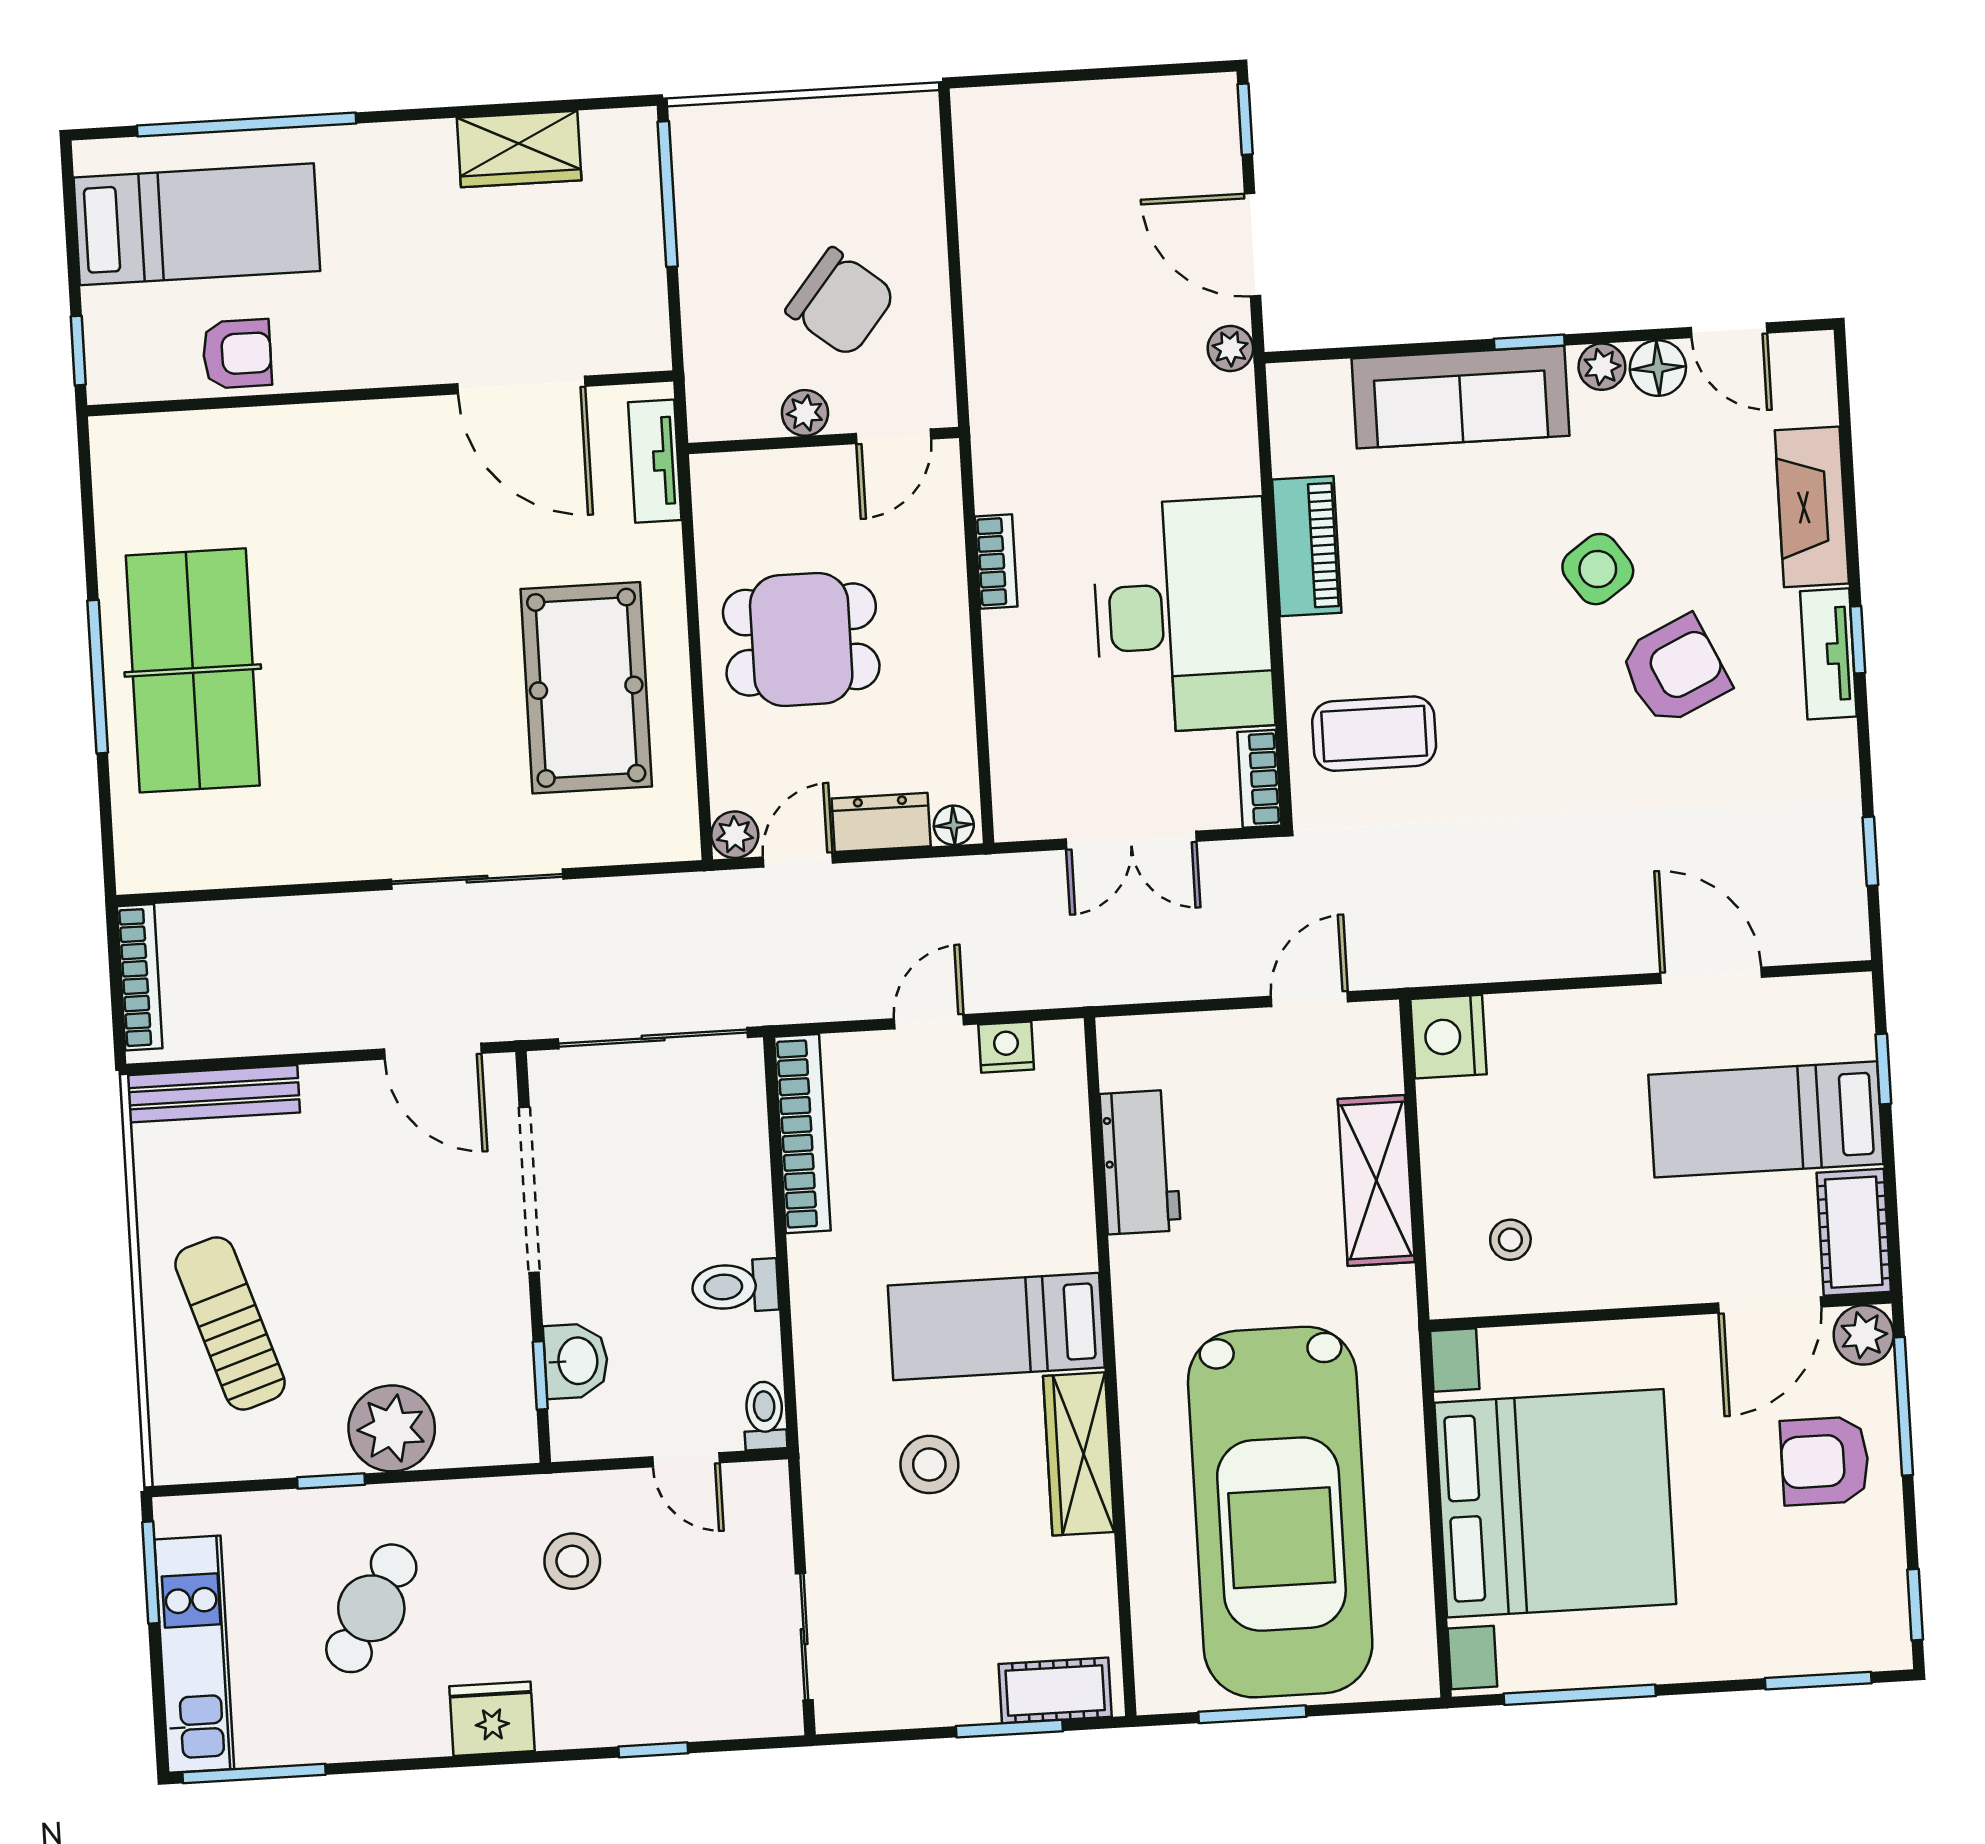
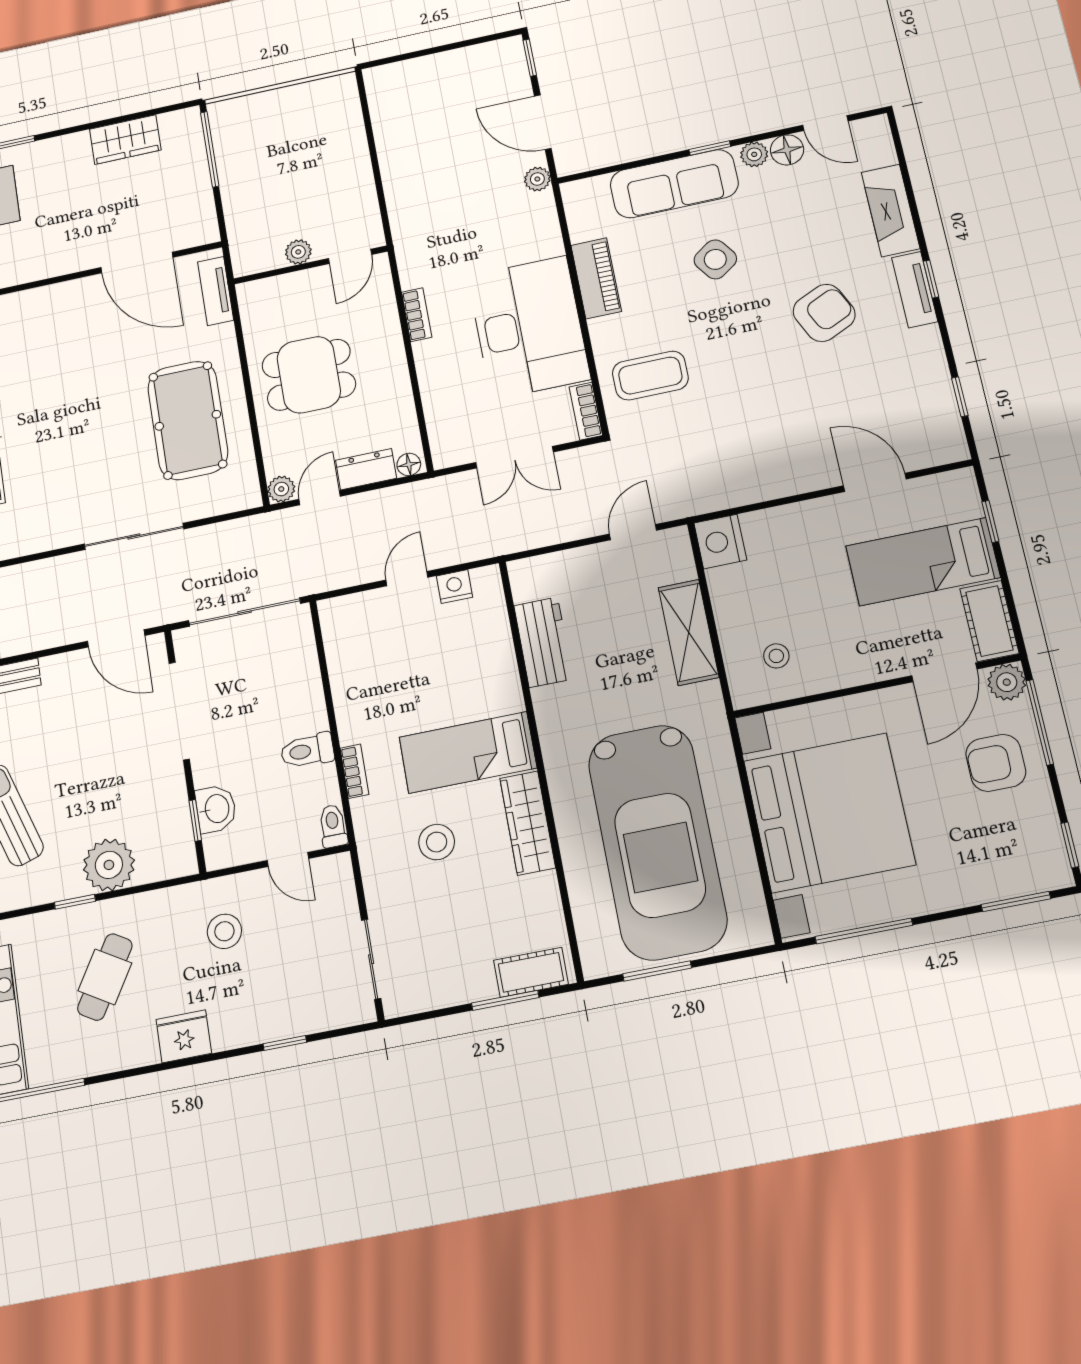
chair: (841, 302) -> (312, 190), removed
side table: (1598, 569) -> (715, 259), moved
bookcase: (802, 1134) -> (354, 771), moved, width x0.43, depth x0.76

